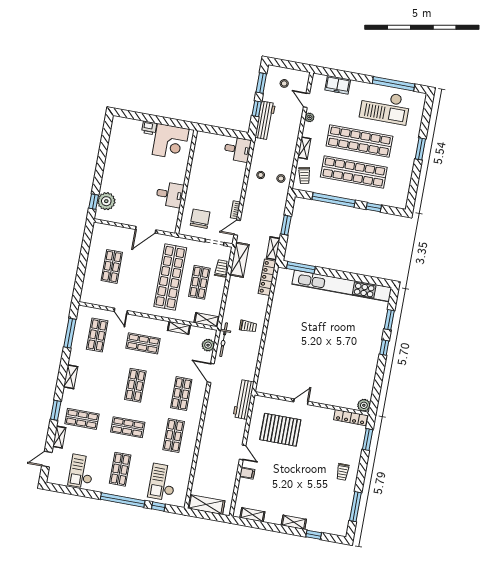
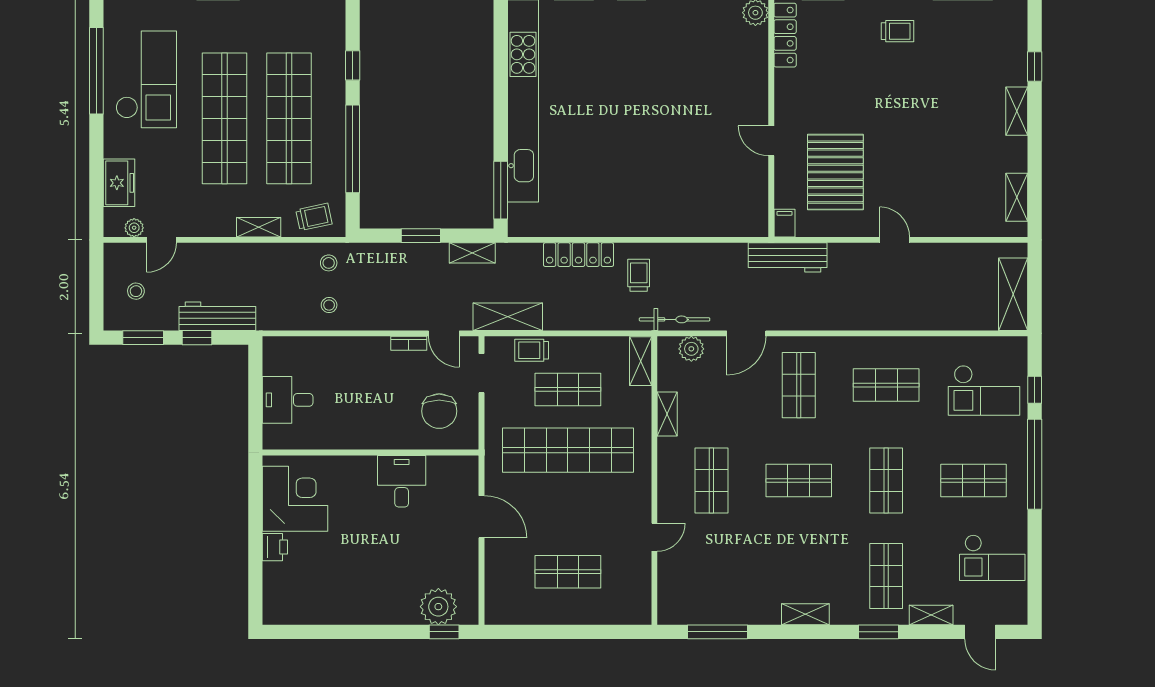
plant: (309, 117) -> (134, 228), moved
desk: (237, 149) -> (288, 400), moved, turned -90
chair: (200, 219) -> (439, 411), turned -90
locker: (267, 277) -> (579, 255), moved
shop shelf: (97, 335) -> (711, 576), removed
shop shelf: (181, 394) -> (799, 385), turned 90
door: (243, 452) -> (895, 240), hinge flipped
filing cabinet: (247, 473) -> (784, 223), moved

